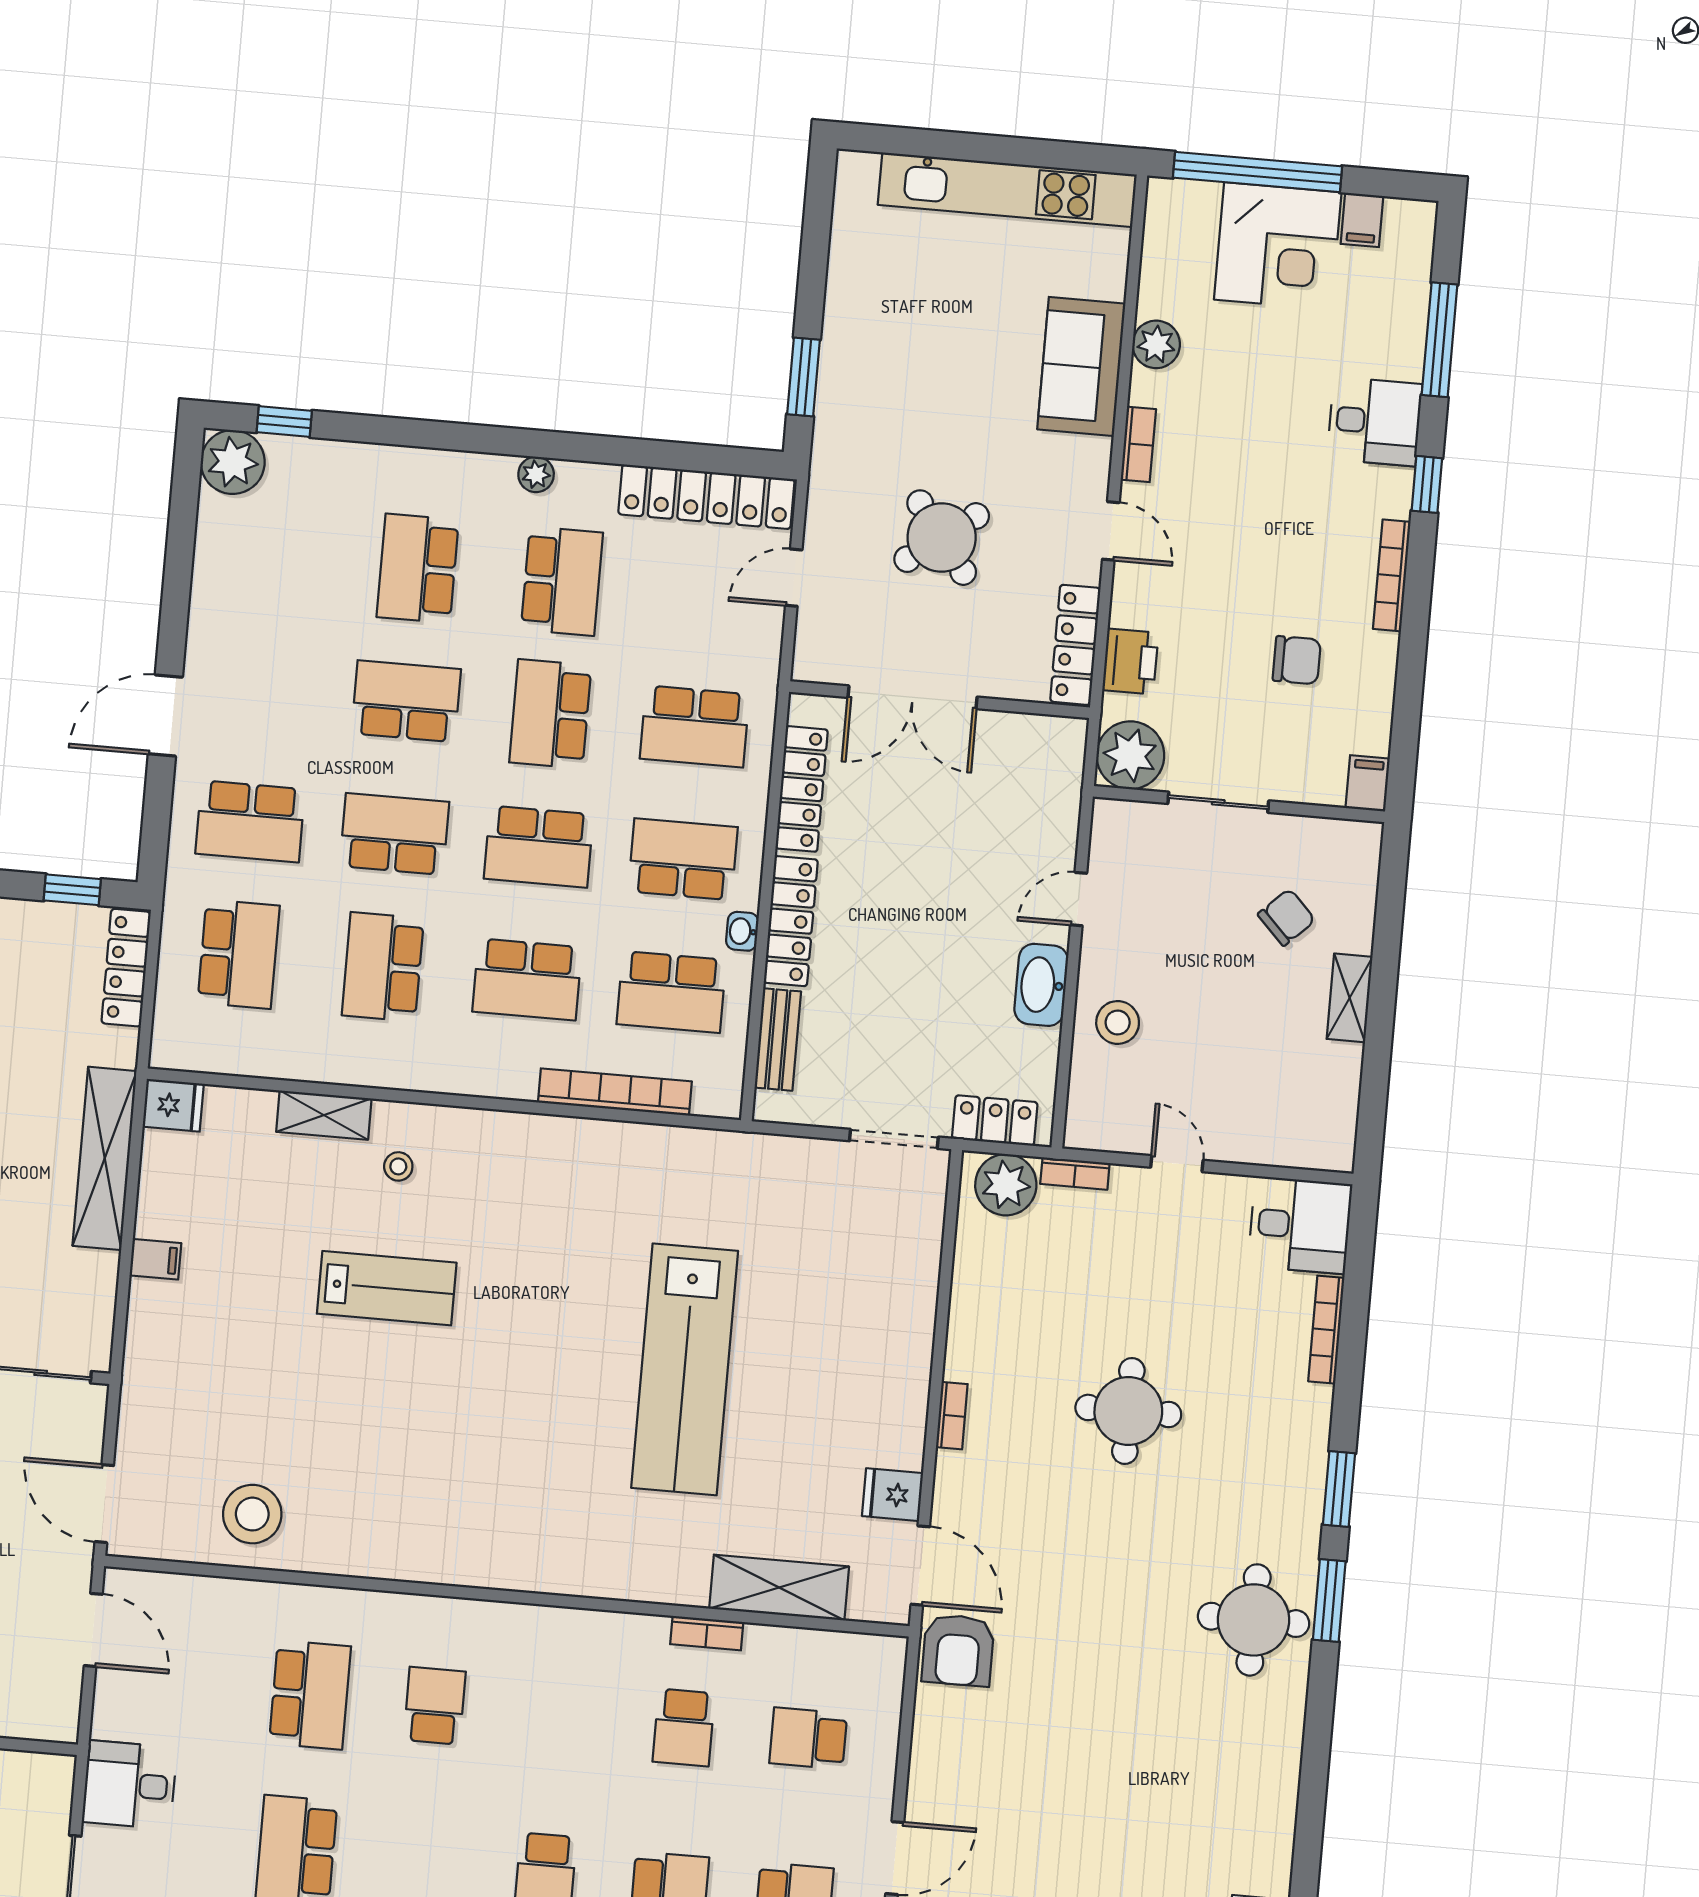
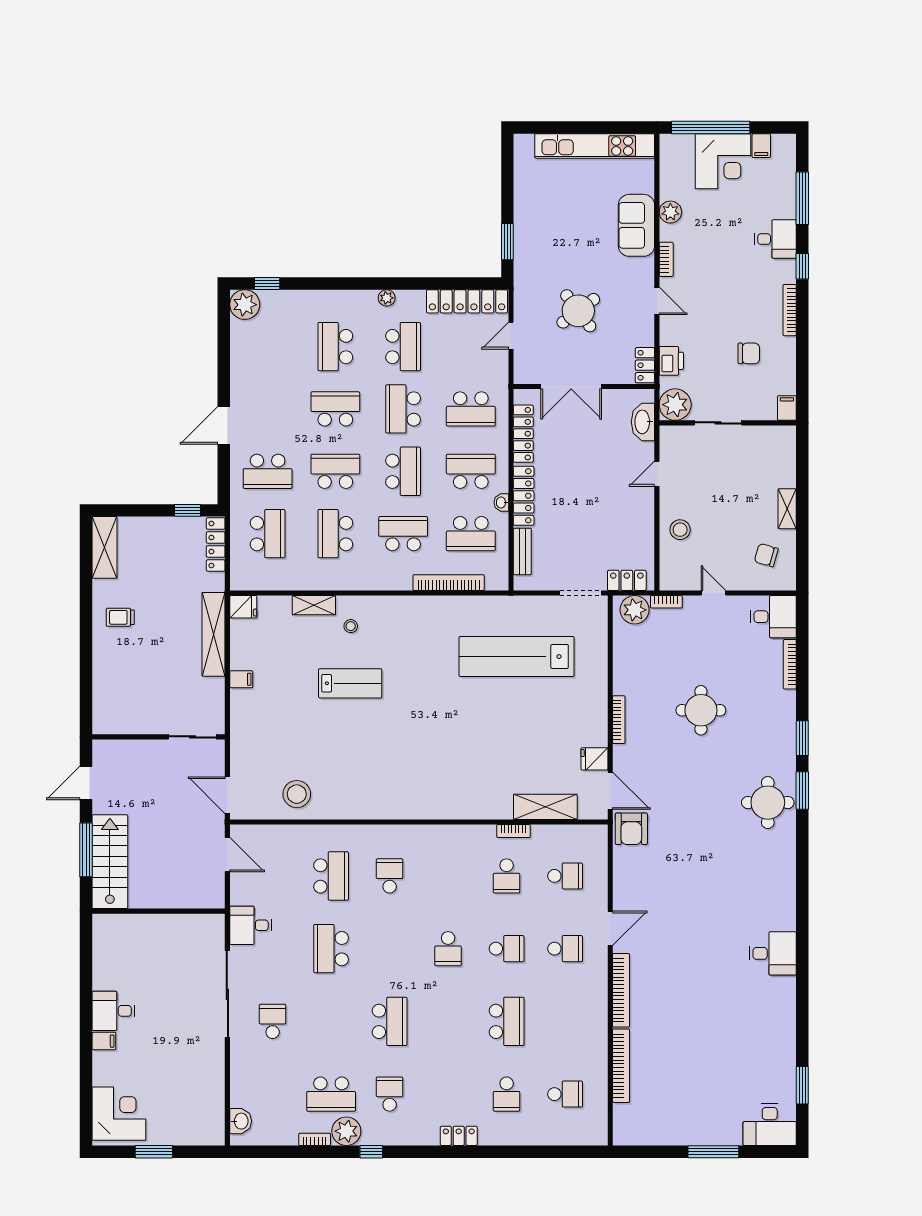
locker: (1075, 645) -> (645, 365), width x0.66
school desk: (539, 847) -> (403, 471), turned -90
chair: (1286, 917) -> (766, 555), moved, turned -120
school desk: (527, 979) -> (403, 534), turned 180
washbasin: (1041, 985) -> (643, 422), moved
lab bench: (685, 1369) -> (517, 657), moved, turned 90
bookcase: (952, 1416) -> (619, 720), width x1.56
school desk: (808, 1738) -> (565, 876), turned 180

